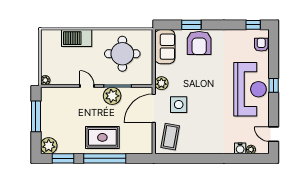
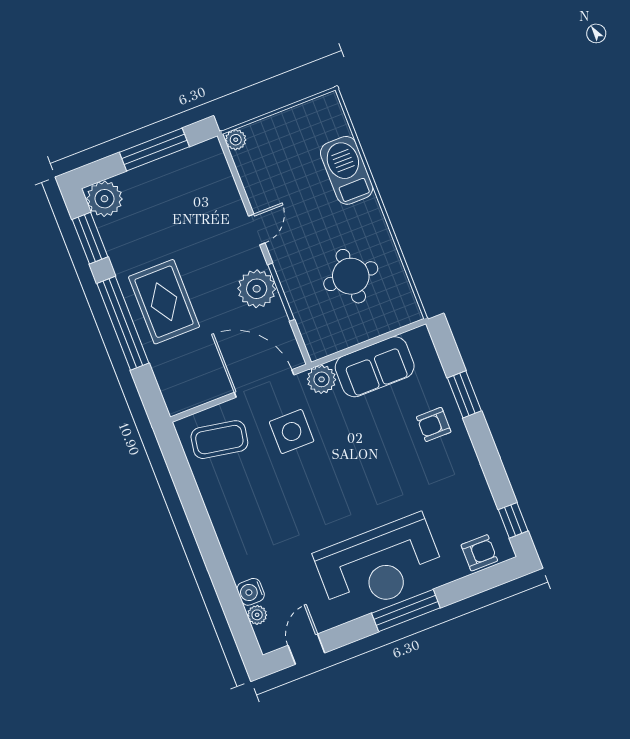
armchair: (199, 43) -> (434, 424), width x0.53, depth x0.53
sofa: (165, 47) -> (375, 367), moved
round table: (122, 54) -> (351, 276), width x0.73, depth x0.73
window: (274, 85) -> (406, 610), width x2.17

